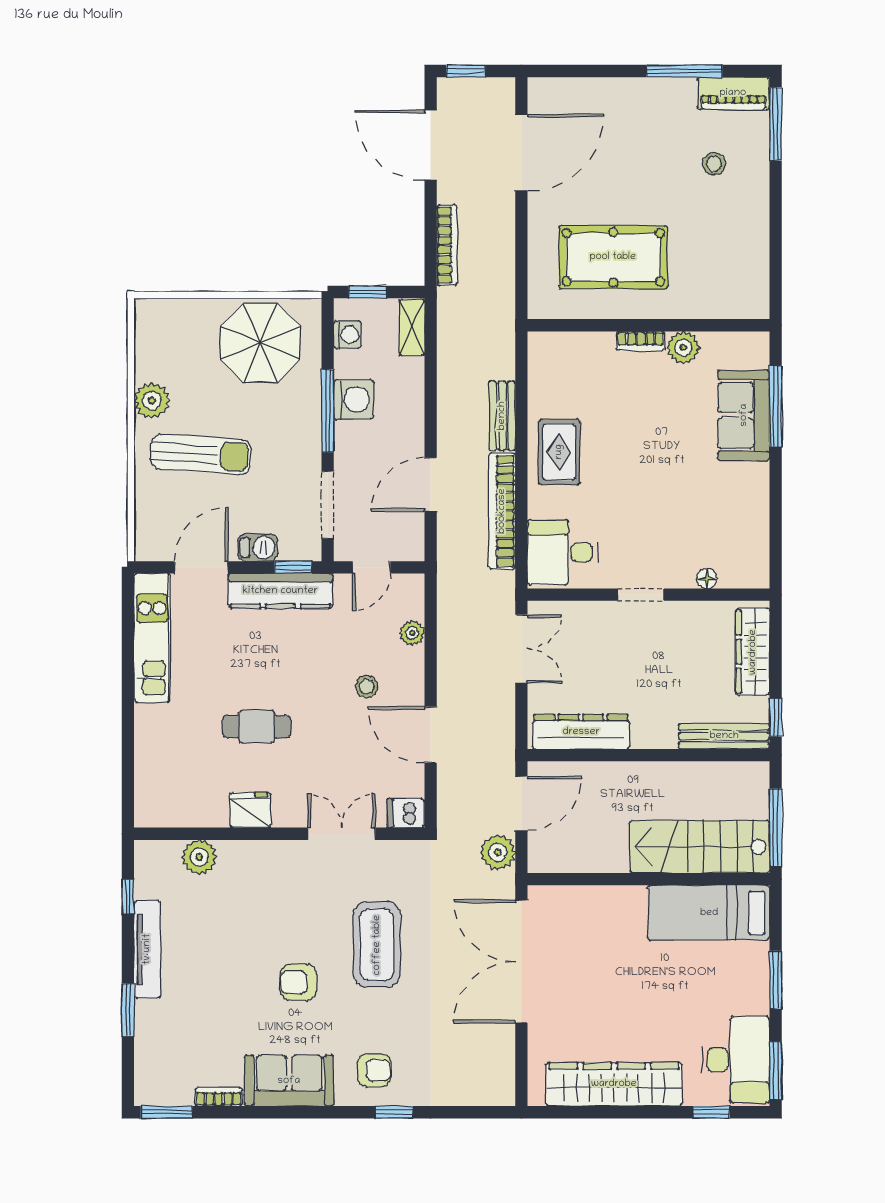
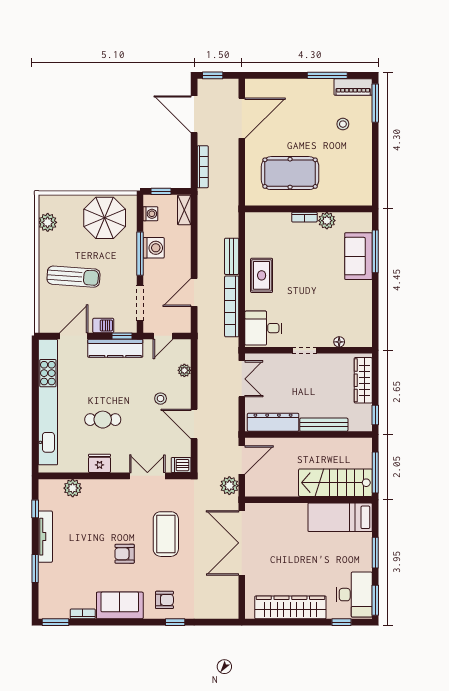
plant: (152, 401) -> (48, 222), moved
kitchen unit: (152, 638) -> (48, 402), width x1.86
bench: (724, 736) -> (324, 425), moved

